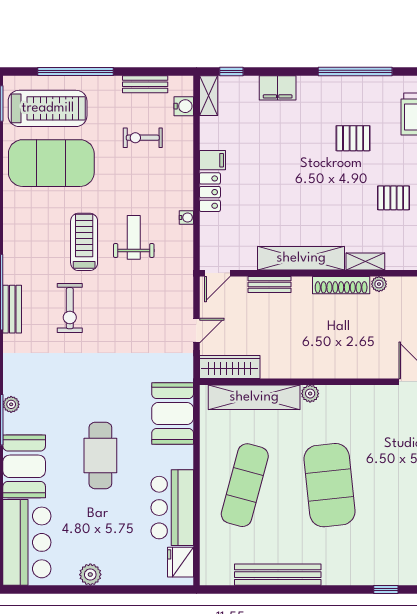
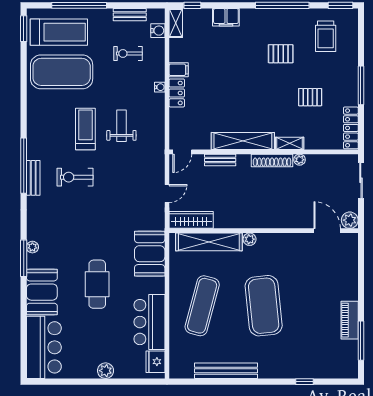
water cooler: (186, 218) -> (160, 87), moved
exercise bike: (70, 308) -> (75, 177), turned 90
plant: (90, 575) -> (106, 371), moved

